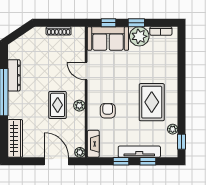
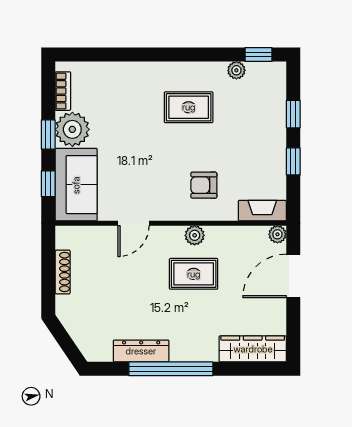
rug: (152, 102) -> (189, 107), width x0.73, depth x0.70
tv unit: (139, 152) -> (276, 129), removed

